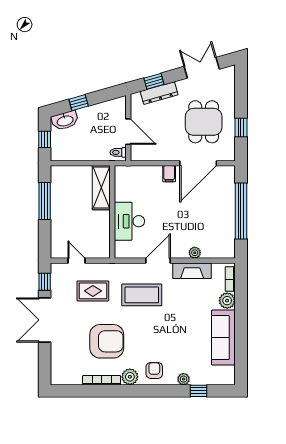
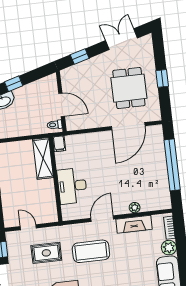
dresser: (159, 93) -> (86, 67), removed
window: (241, 127) -> (162, 78), moved
filing cabinet: (169, 174) -> (59, 144), moved

